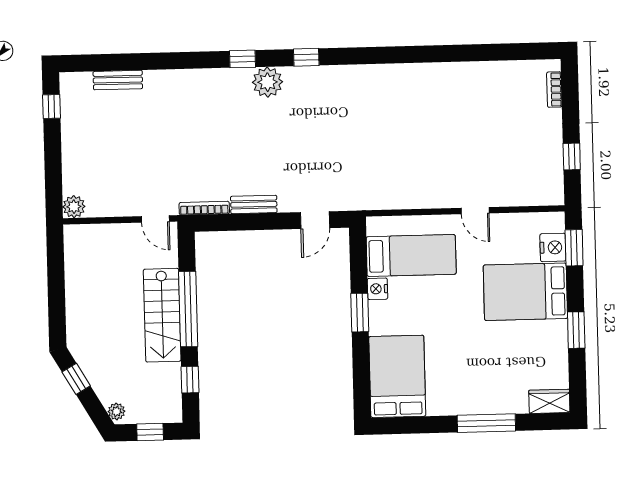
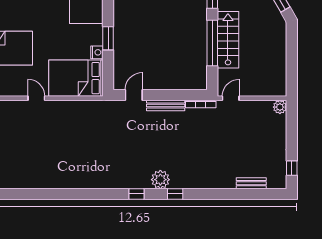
bench: (254, 204) -> (166, 106), width x1.36
door: (155, 219) -> (231, 98), hinge flipped
bed: (411, 255) -> (76, 78), width x1.50

